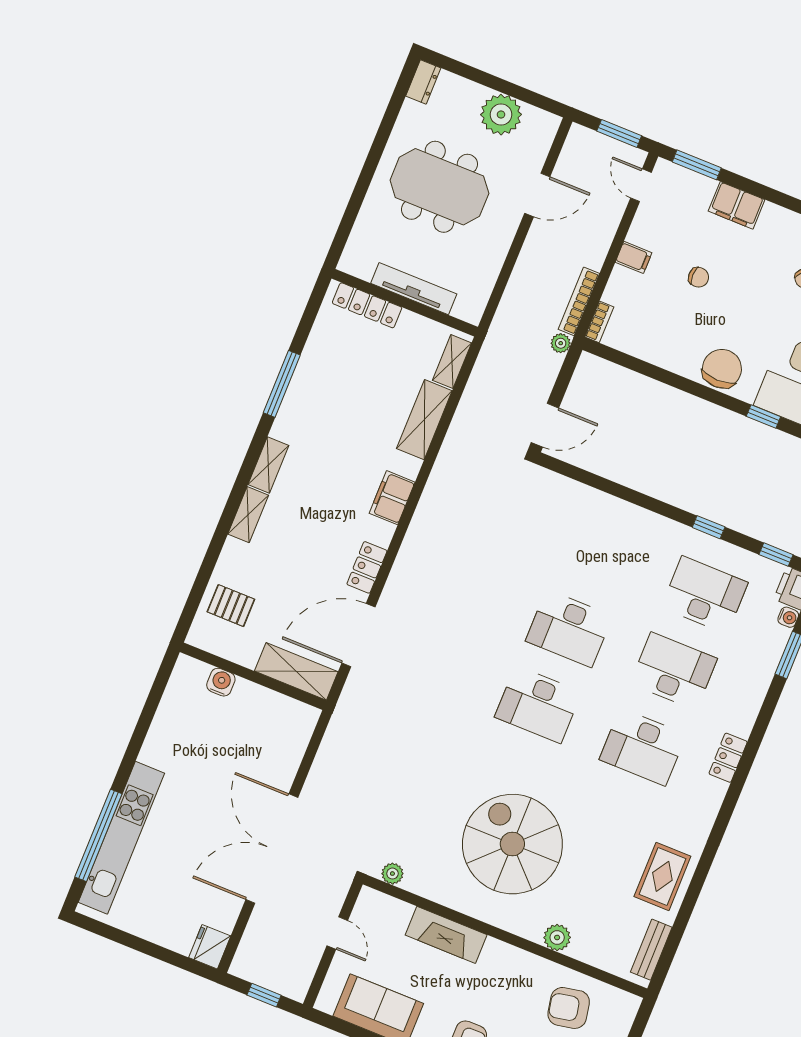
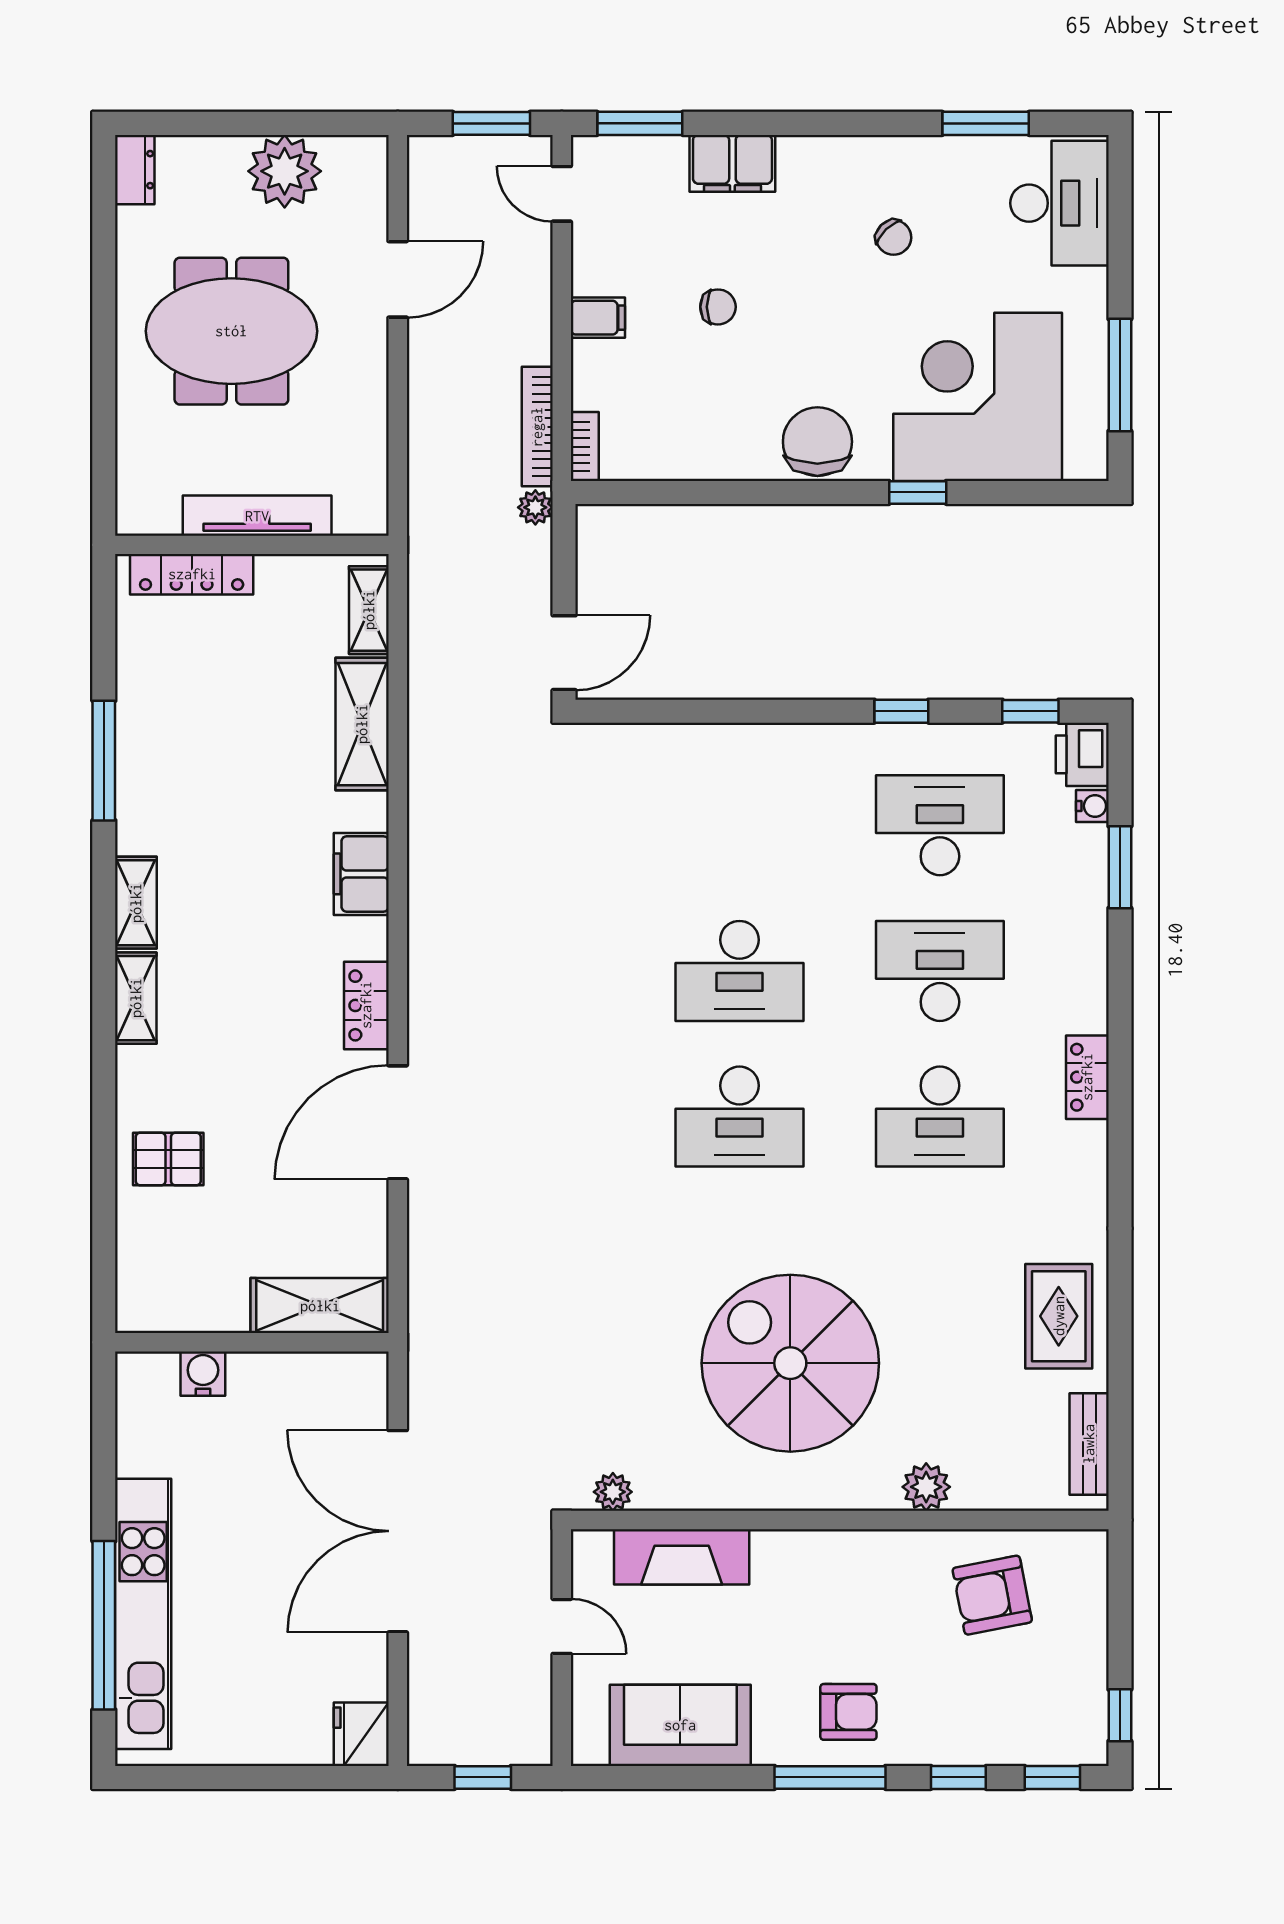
shelving: (296, 671) -> (320, 1306), moved
wall: (253, 676) -> (252, 1342), moved
water cooler: (221, 682) -> (203, 1374), moved
fireplace: (446, 935) -> (682, 1557), moved

